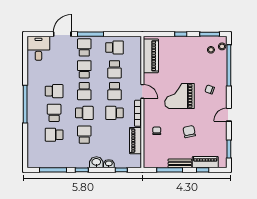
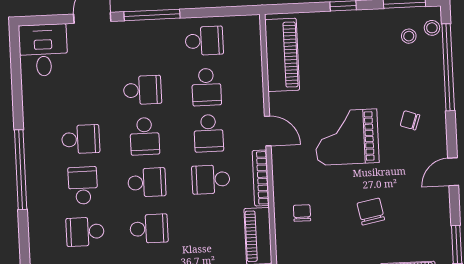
school desk: (84, 47) -> (140, 44), removed
school desk: (84, 69) -> (142, 90), turned 90
school desk: (84, 135) -> (149, 229), turned 90

